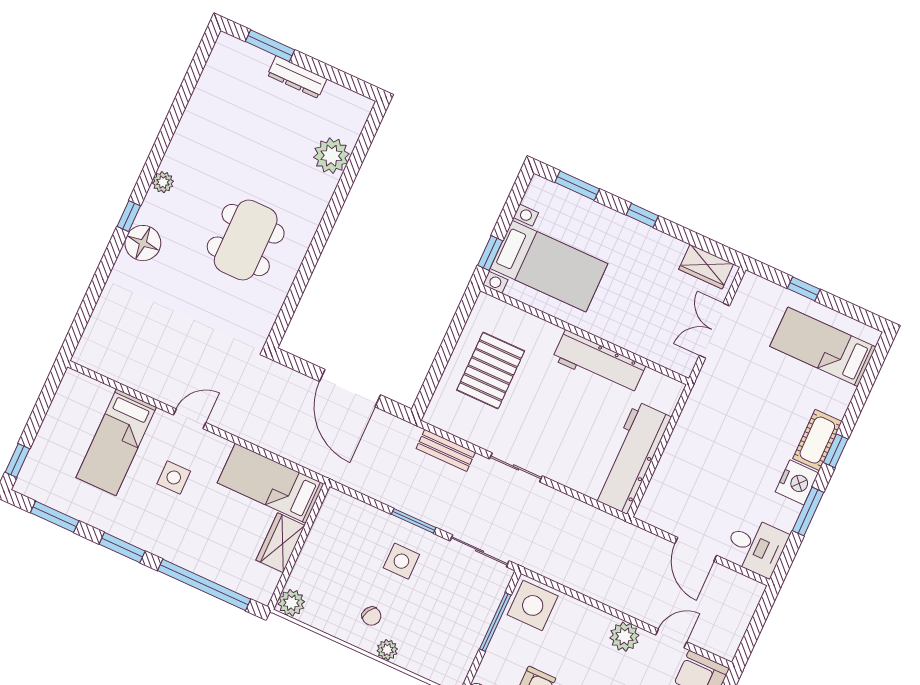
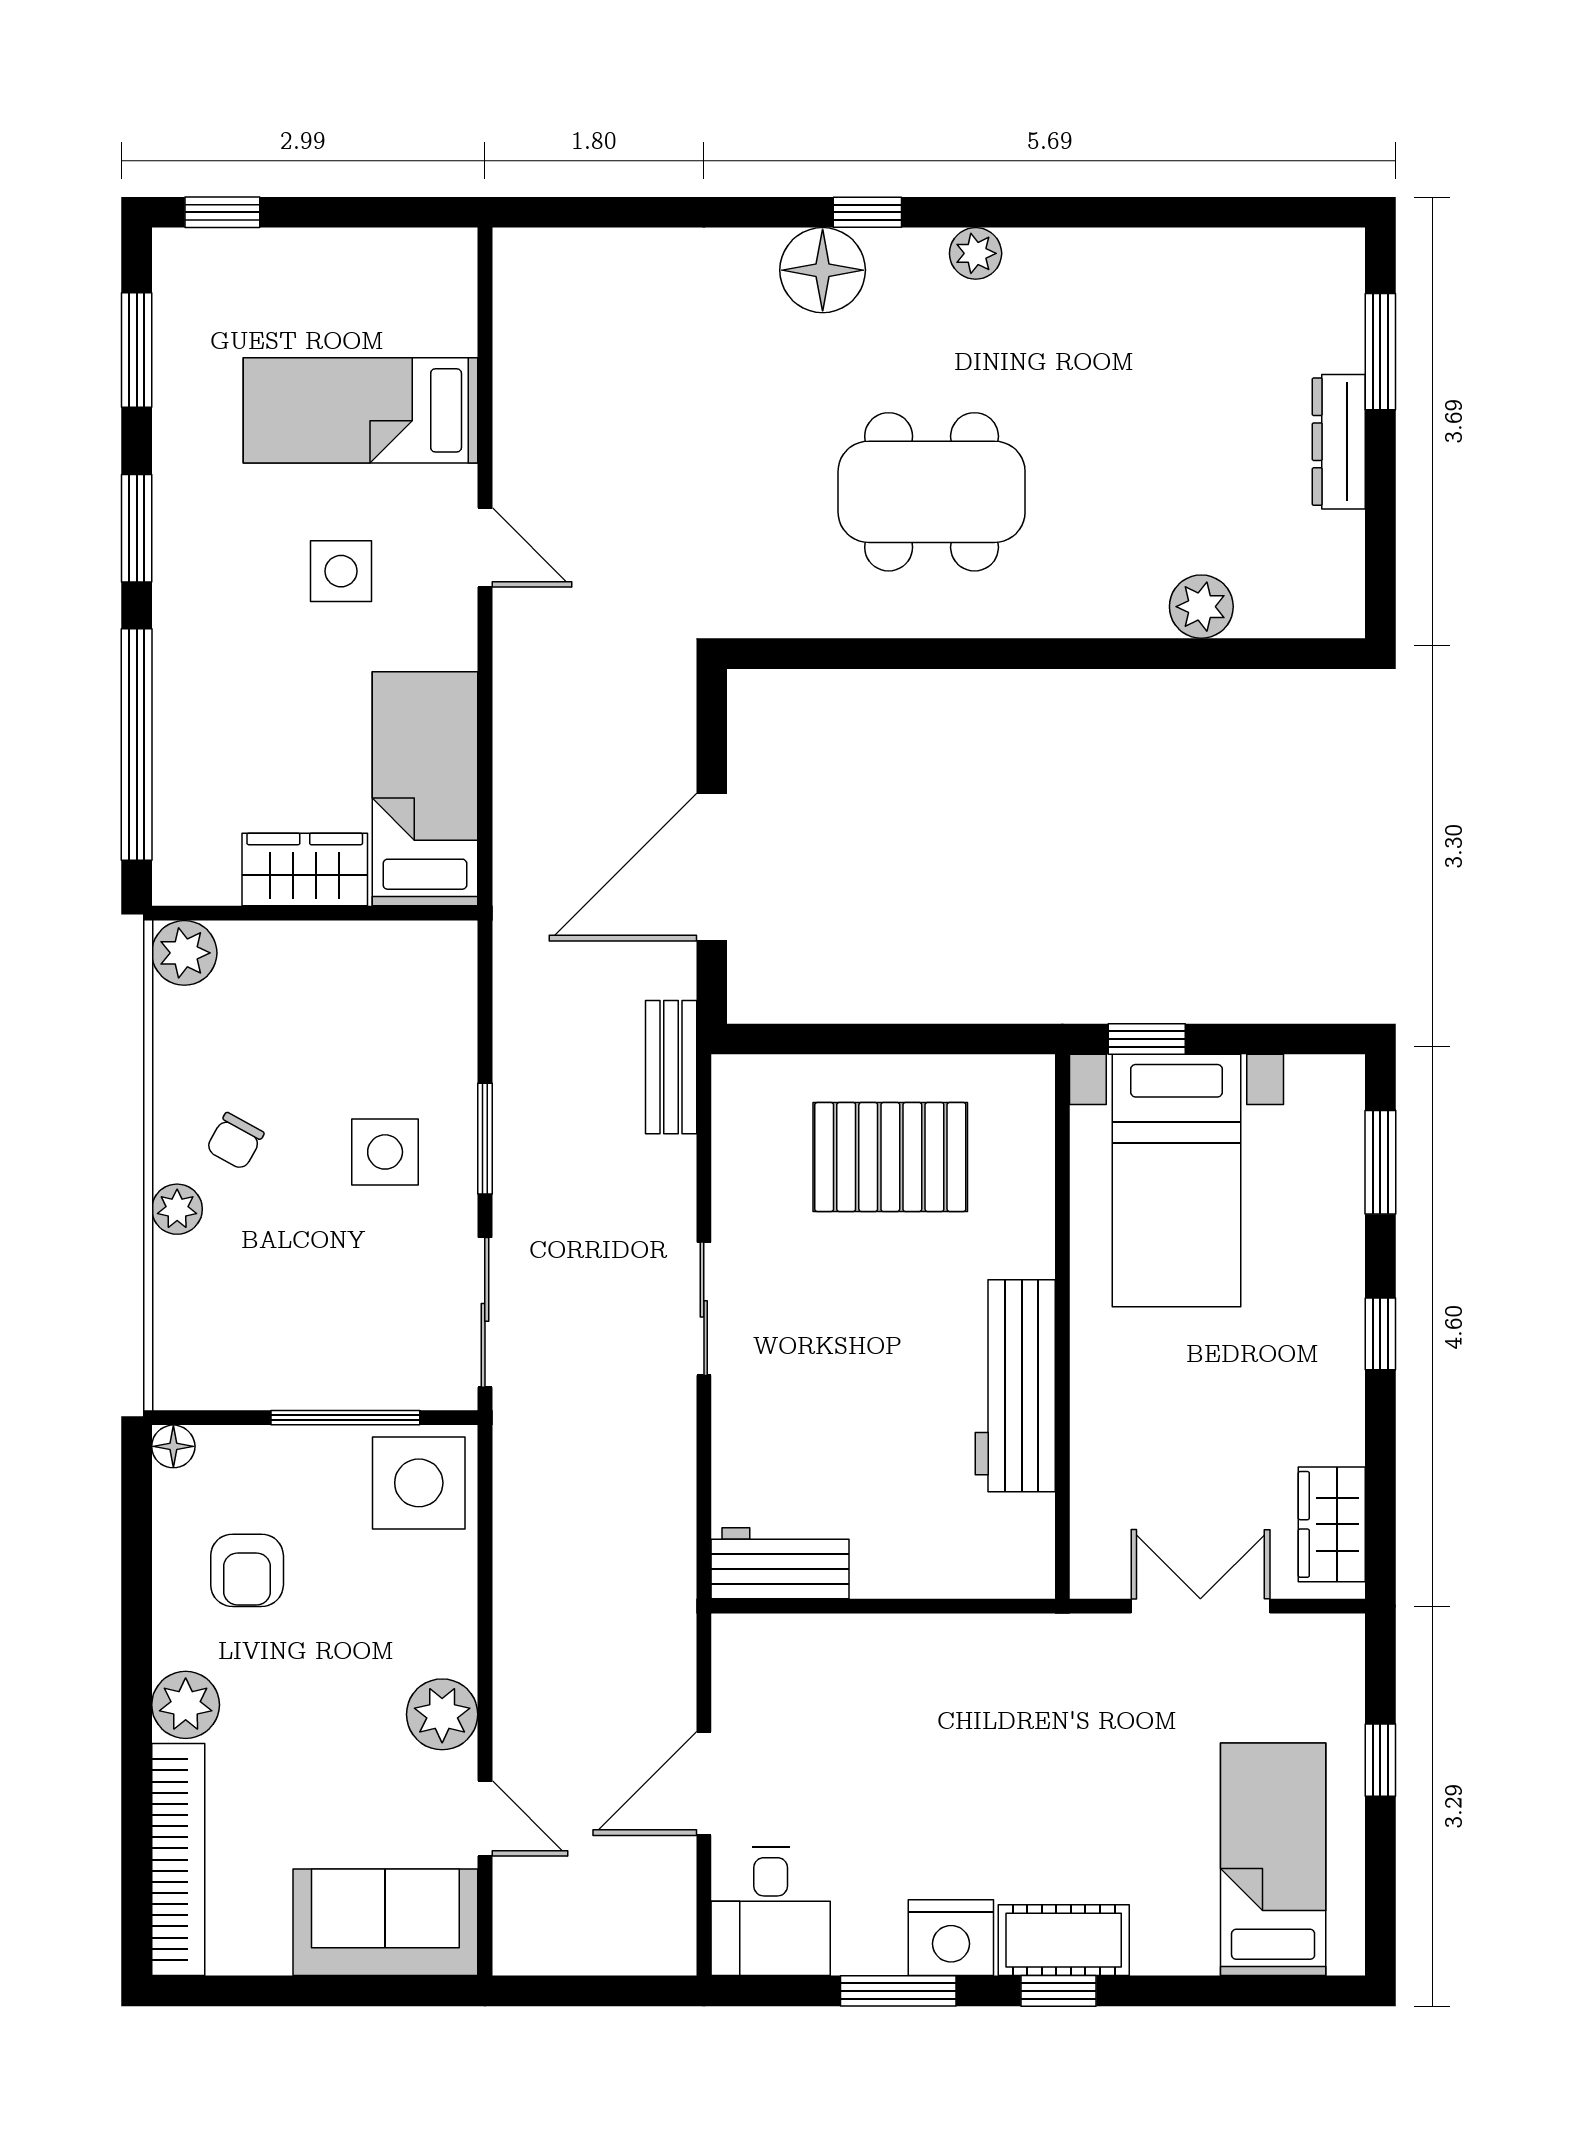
plant: (331, 156) -> (1201, 607), width x0.73, depth x0.73
bench: (446, 450) -> (671, 1067), moved
workbench: (632, 458) -> (780, 1563), width x0.53, depth x0.76

